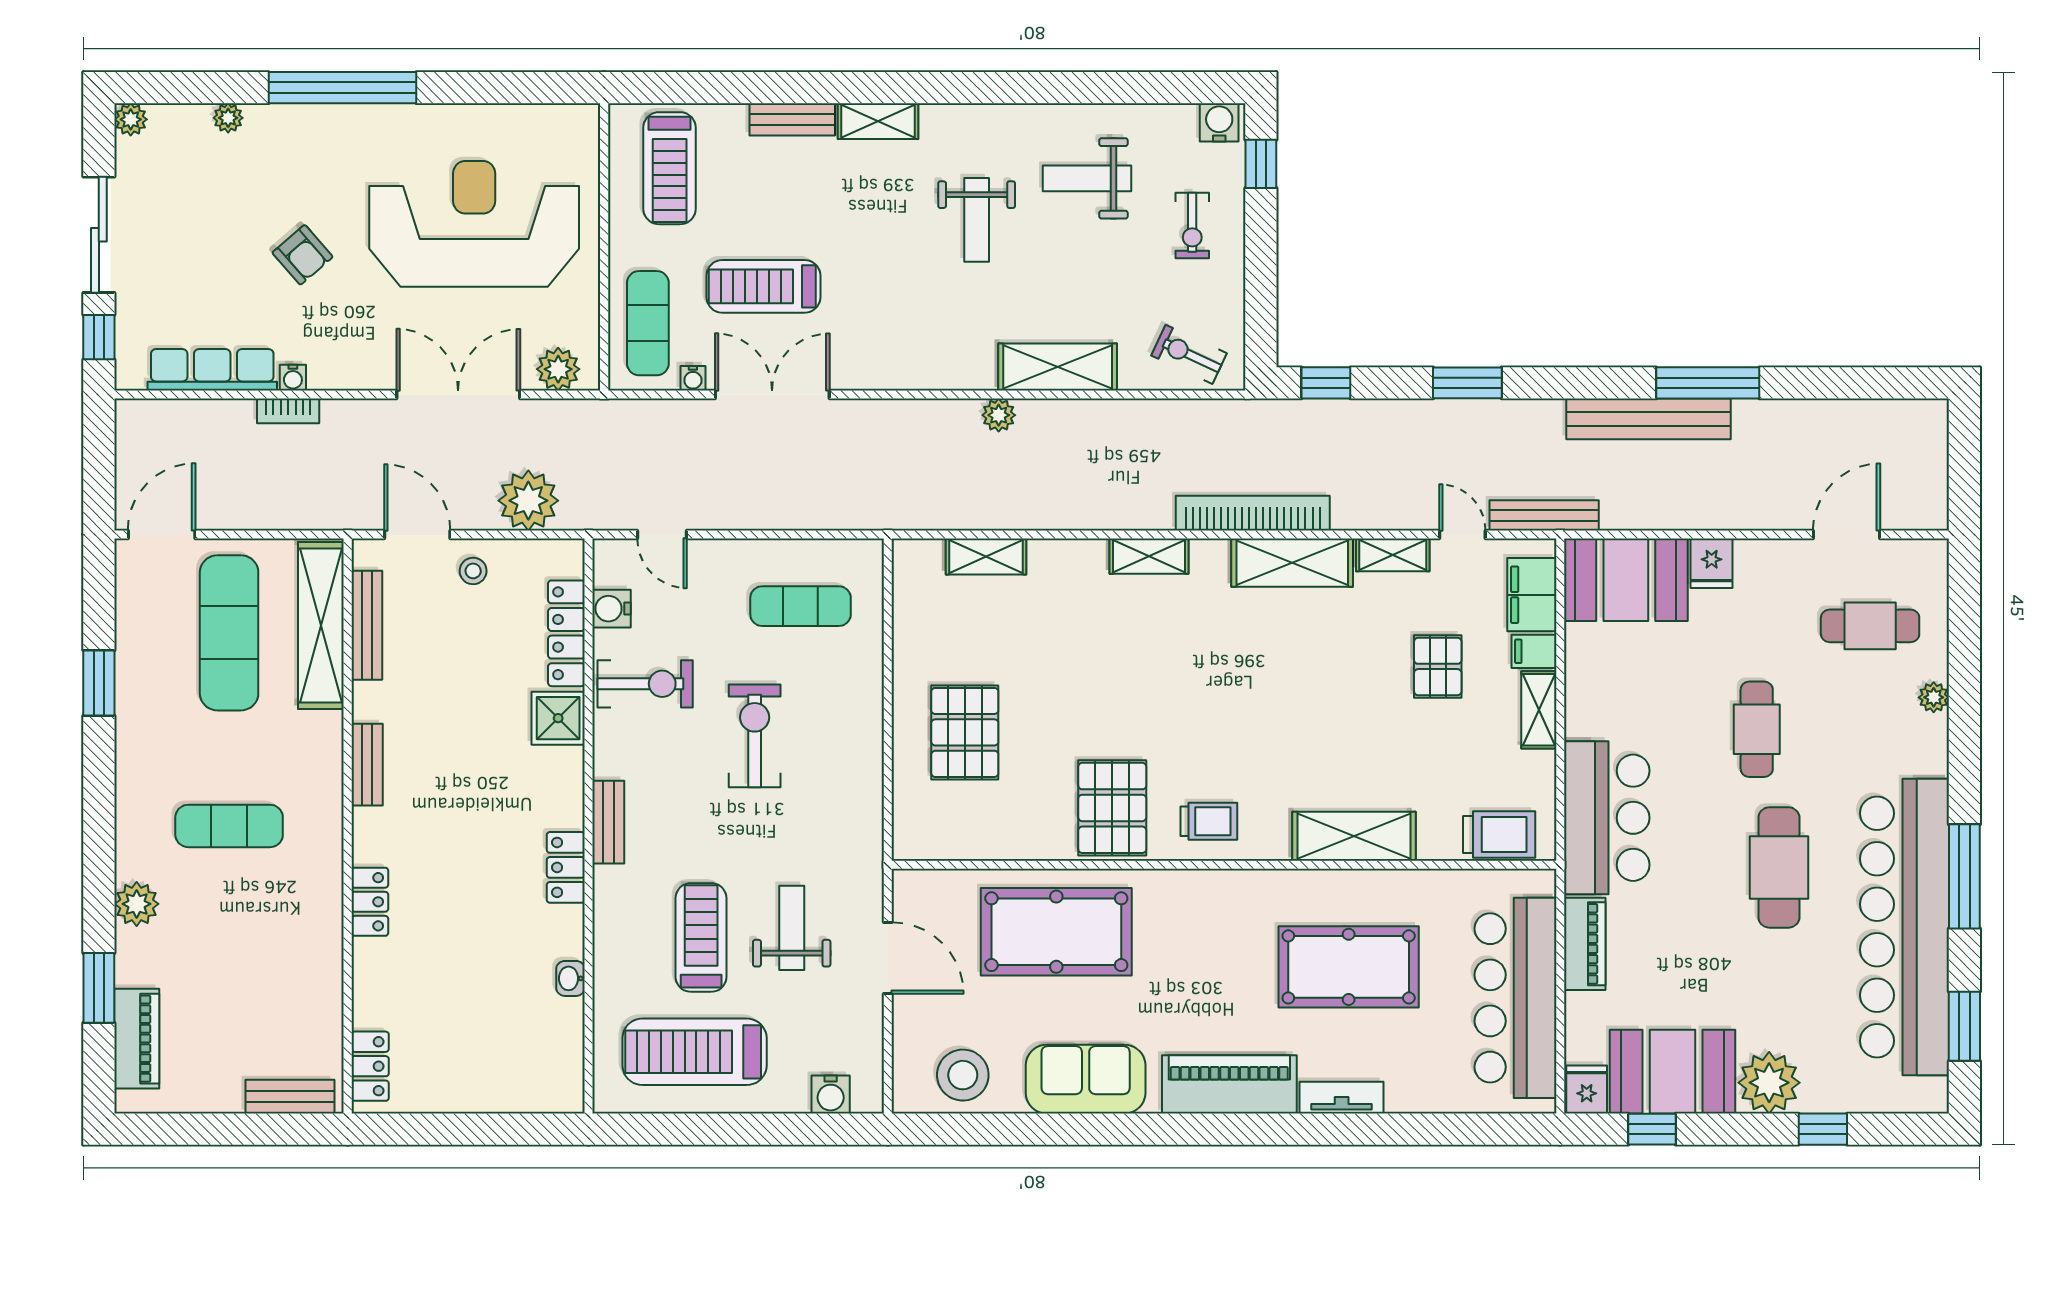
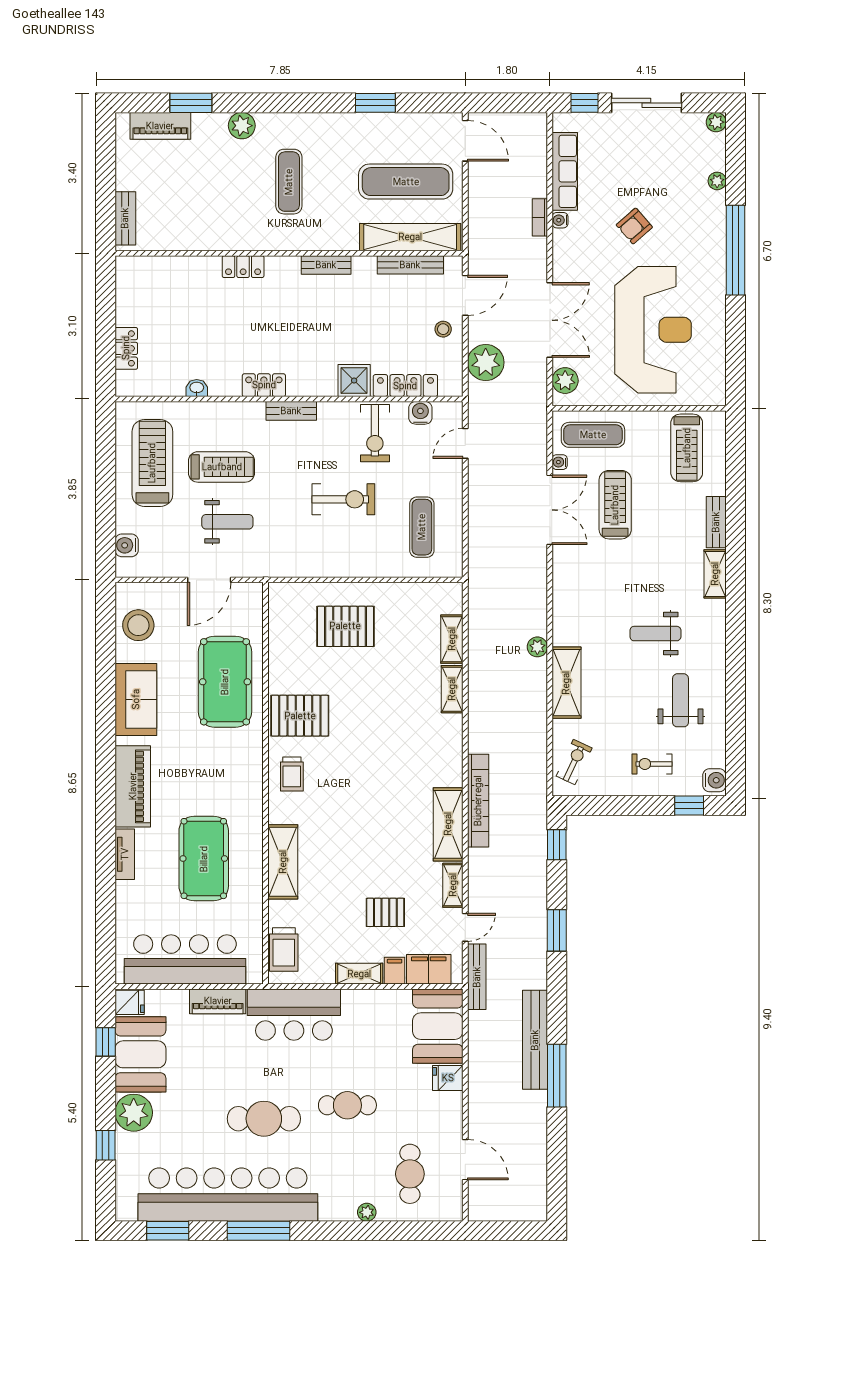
treadmill: (670, 168) -> (687, 448), turned -90
shelving: (1149, 556) -> (452, 689), moved
locker: (370, 1066) -> (126, 348), moved, turned -90

